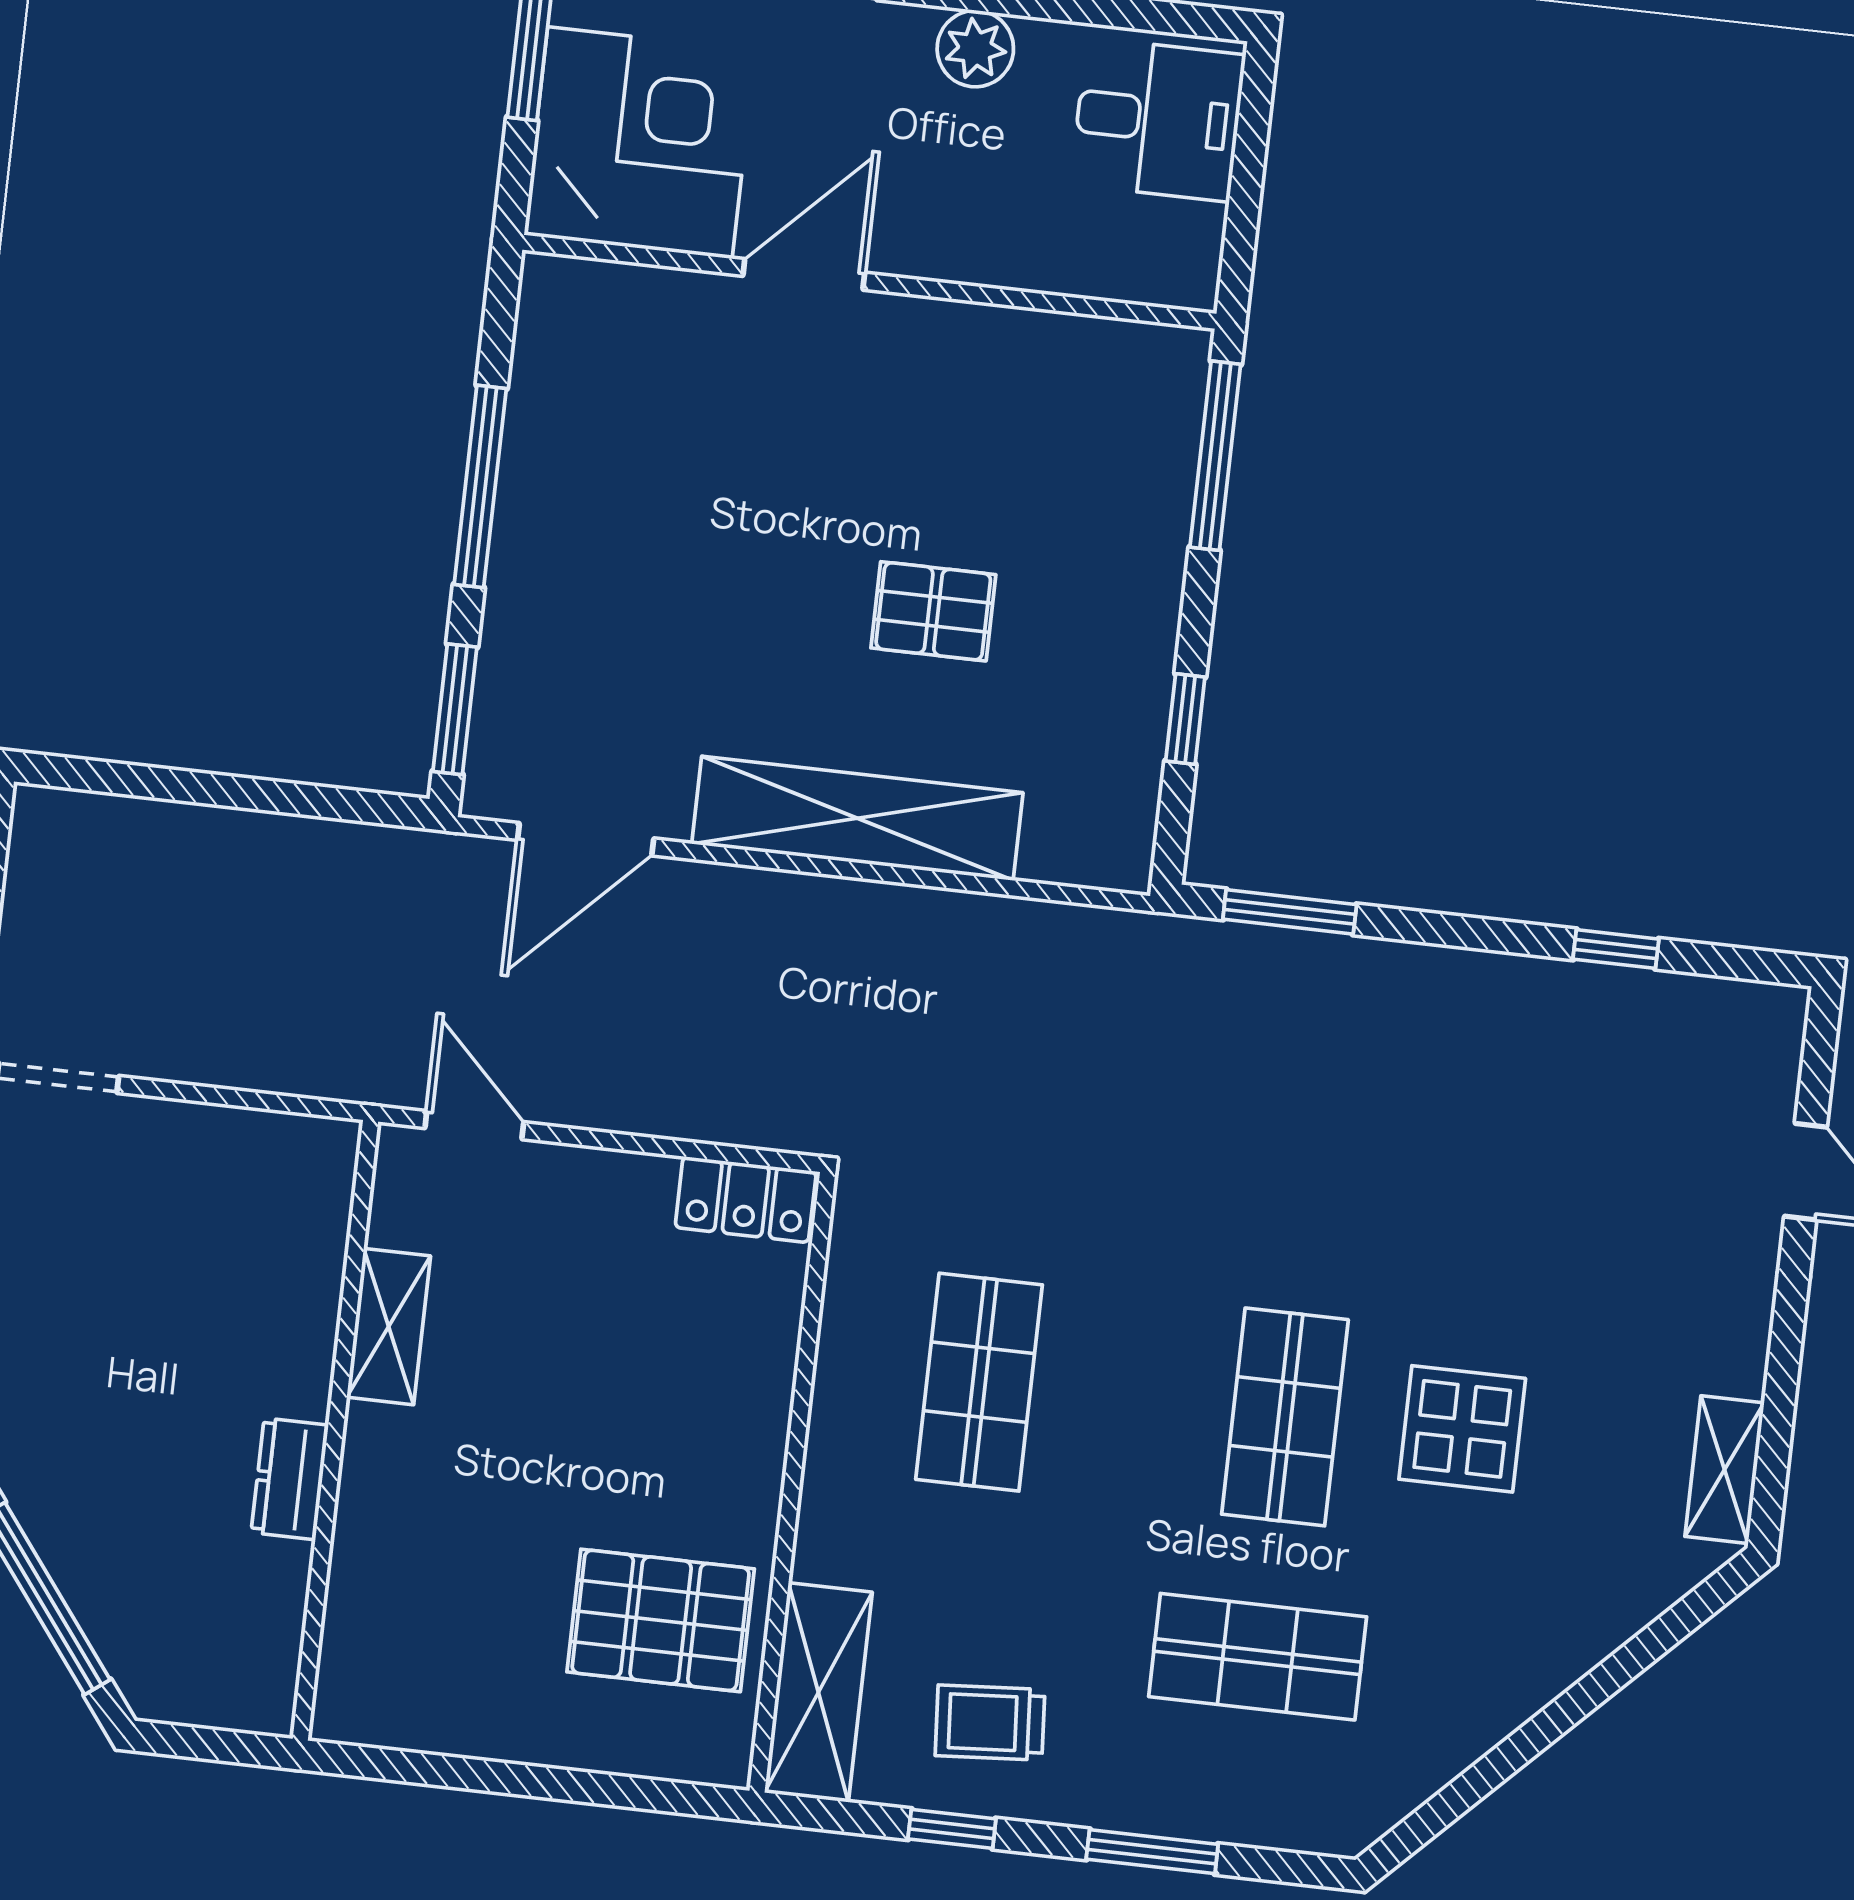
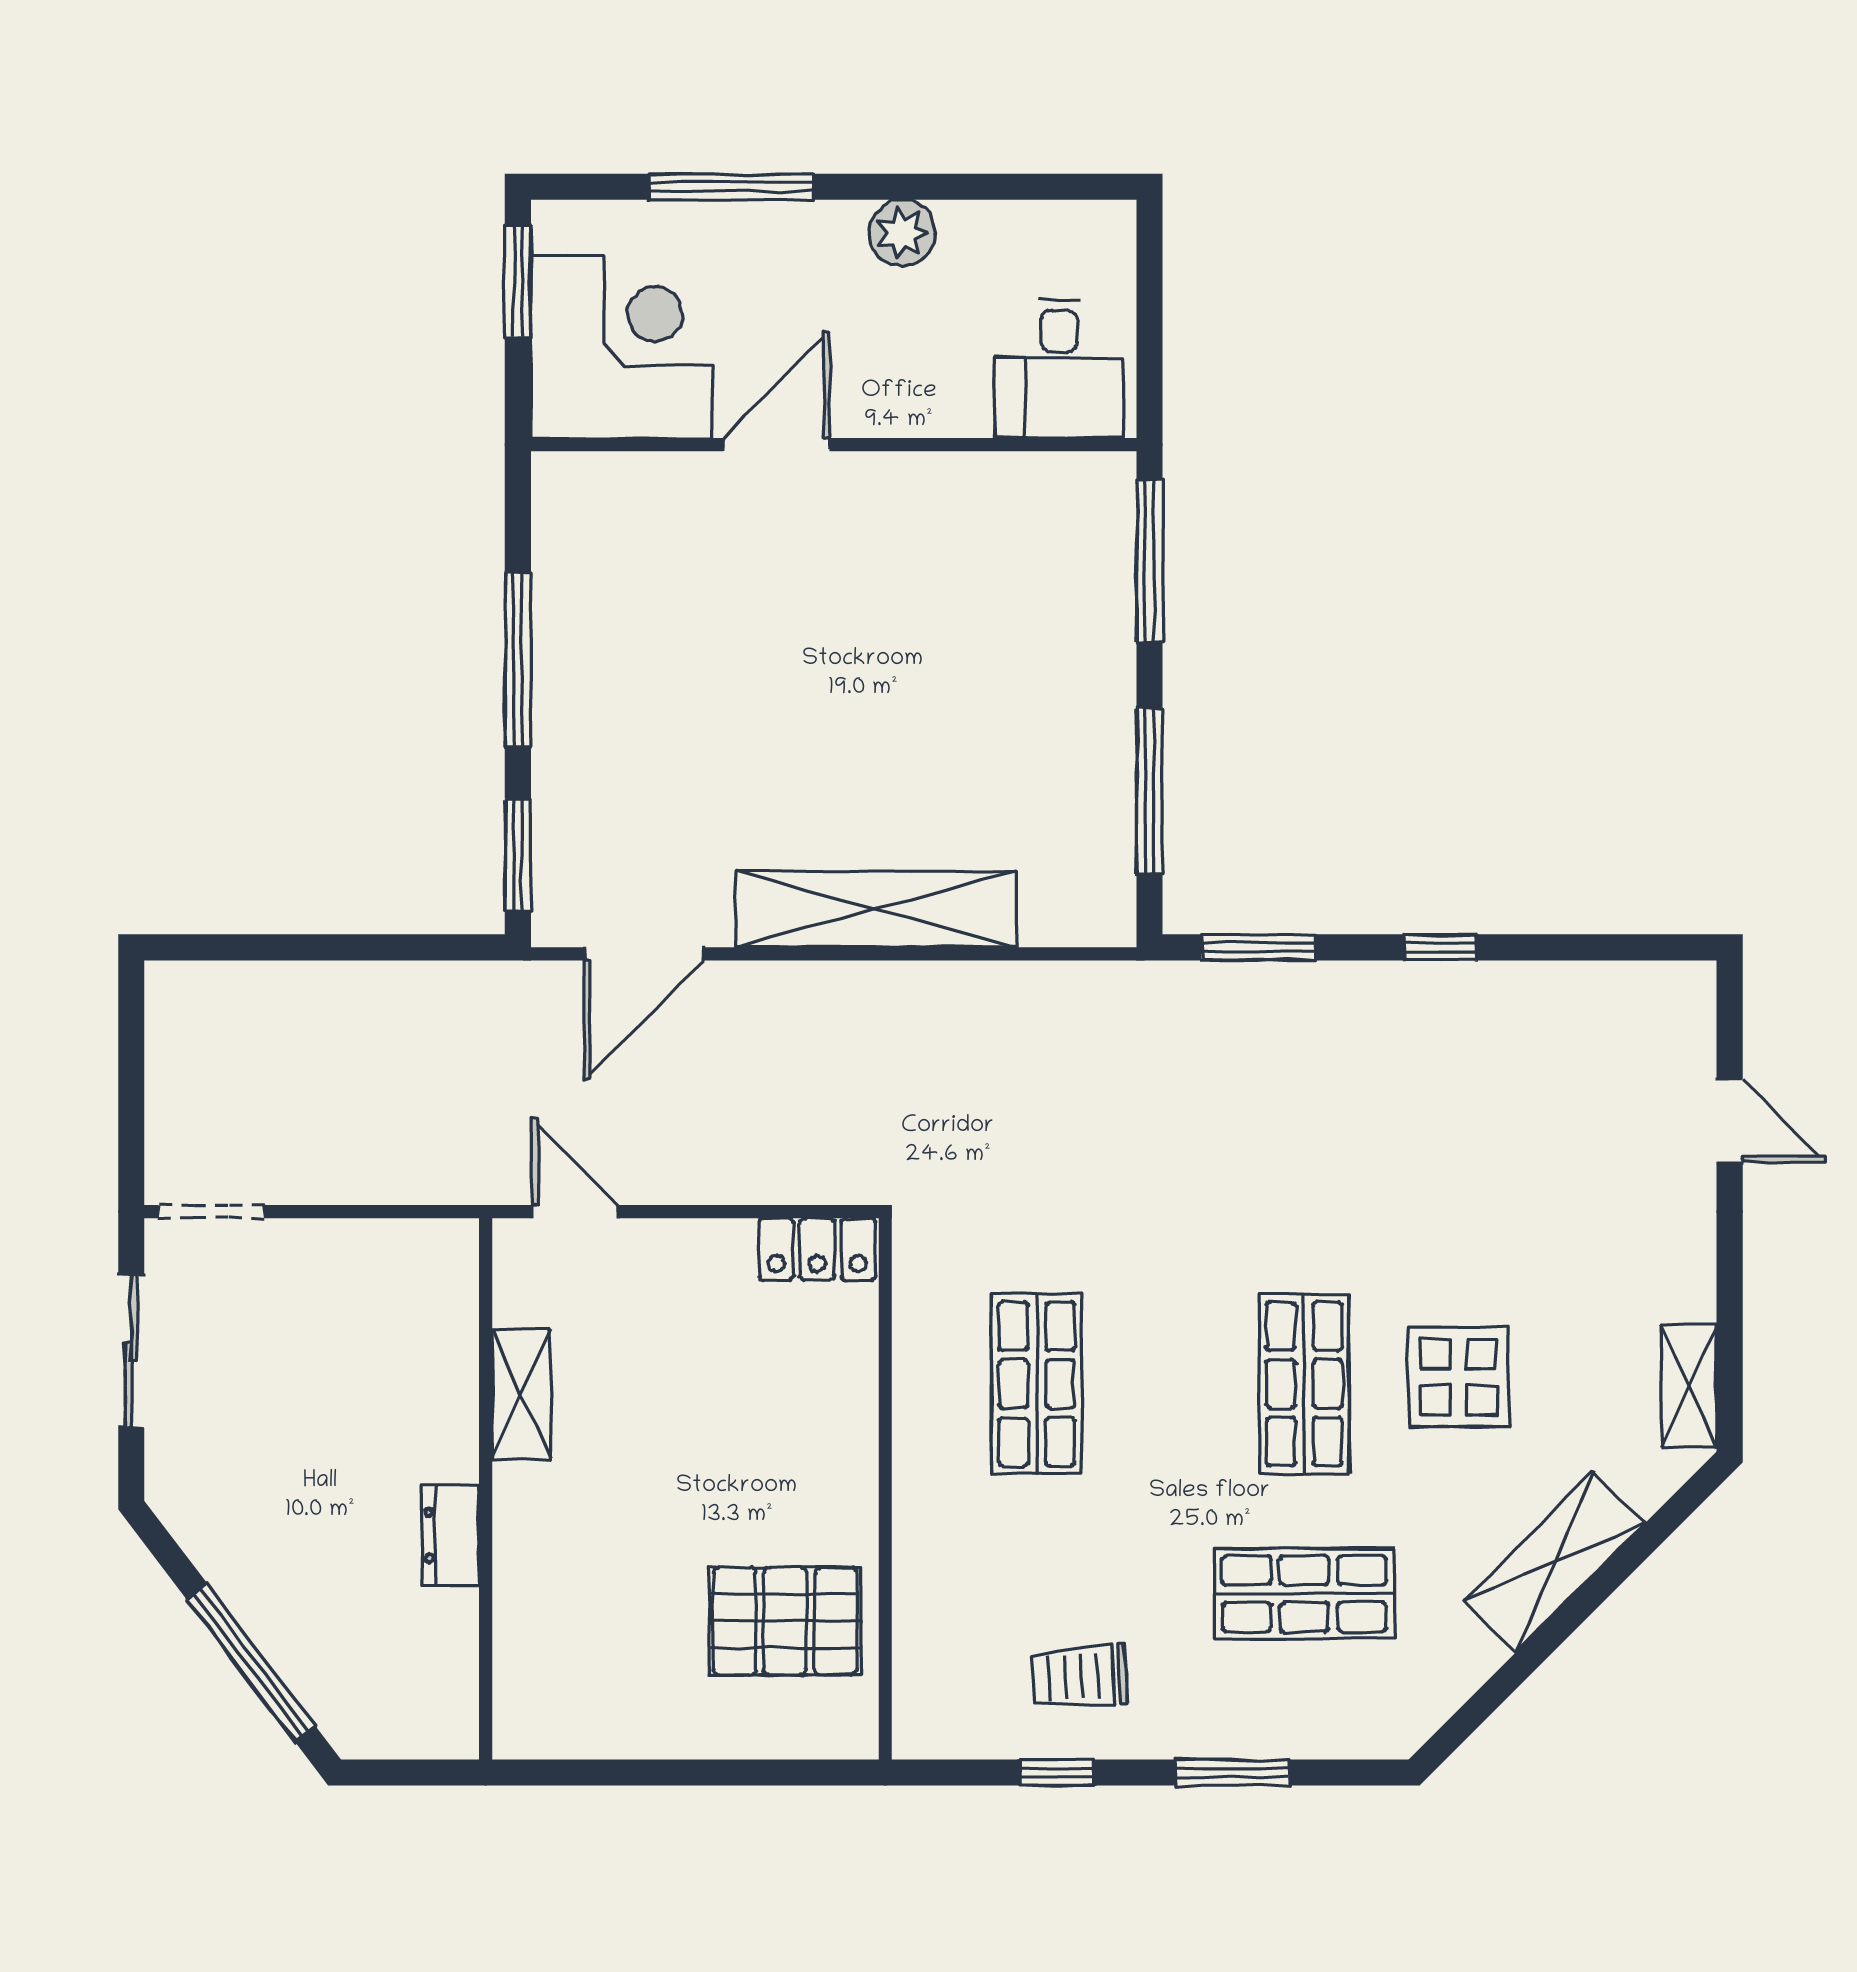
desk: (1158, 120) -> (1059, 369), moved, turned 90
pallet: (933, 611) -> (921, 723), removed
window: (1185, 719) -> (1150, 791), width x2.17
window: (1616, 949) -> (1440, 947), moved
shelving: (818, 1692) -> (1554, 1562), moved, turned 45

